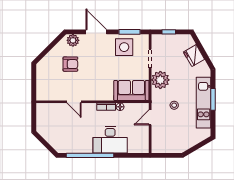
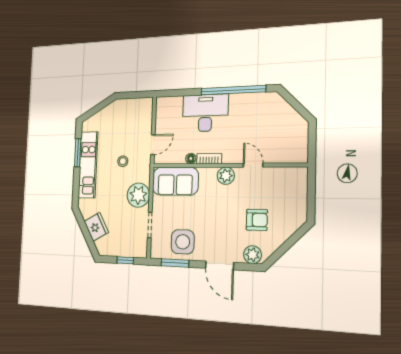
armchair: (70, 64) -> (257, 220), turned 180
plant: (93, 94) -> (226, 176), added
window: (213, 99) -> (78, 153), moved

